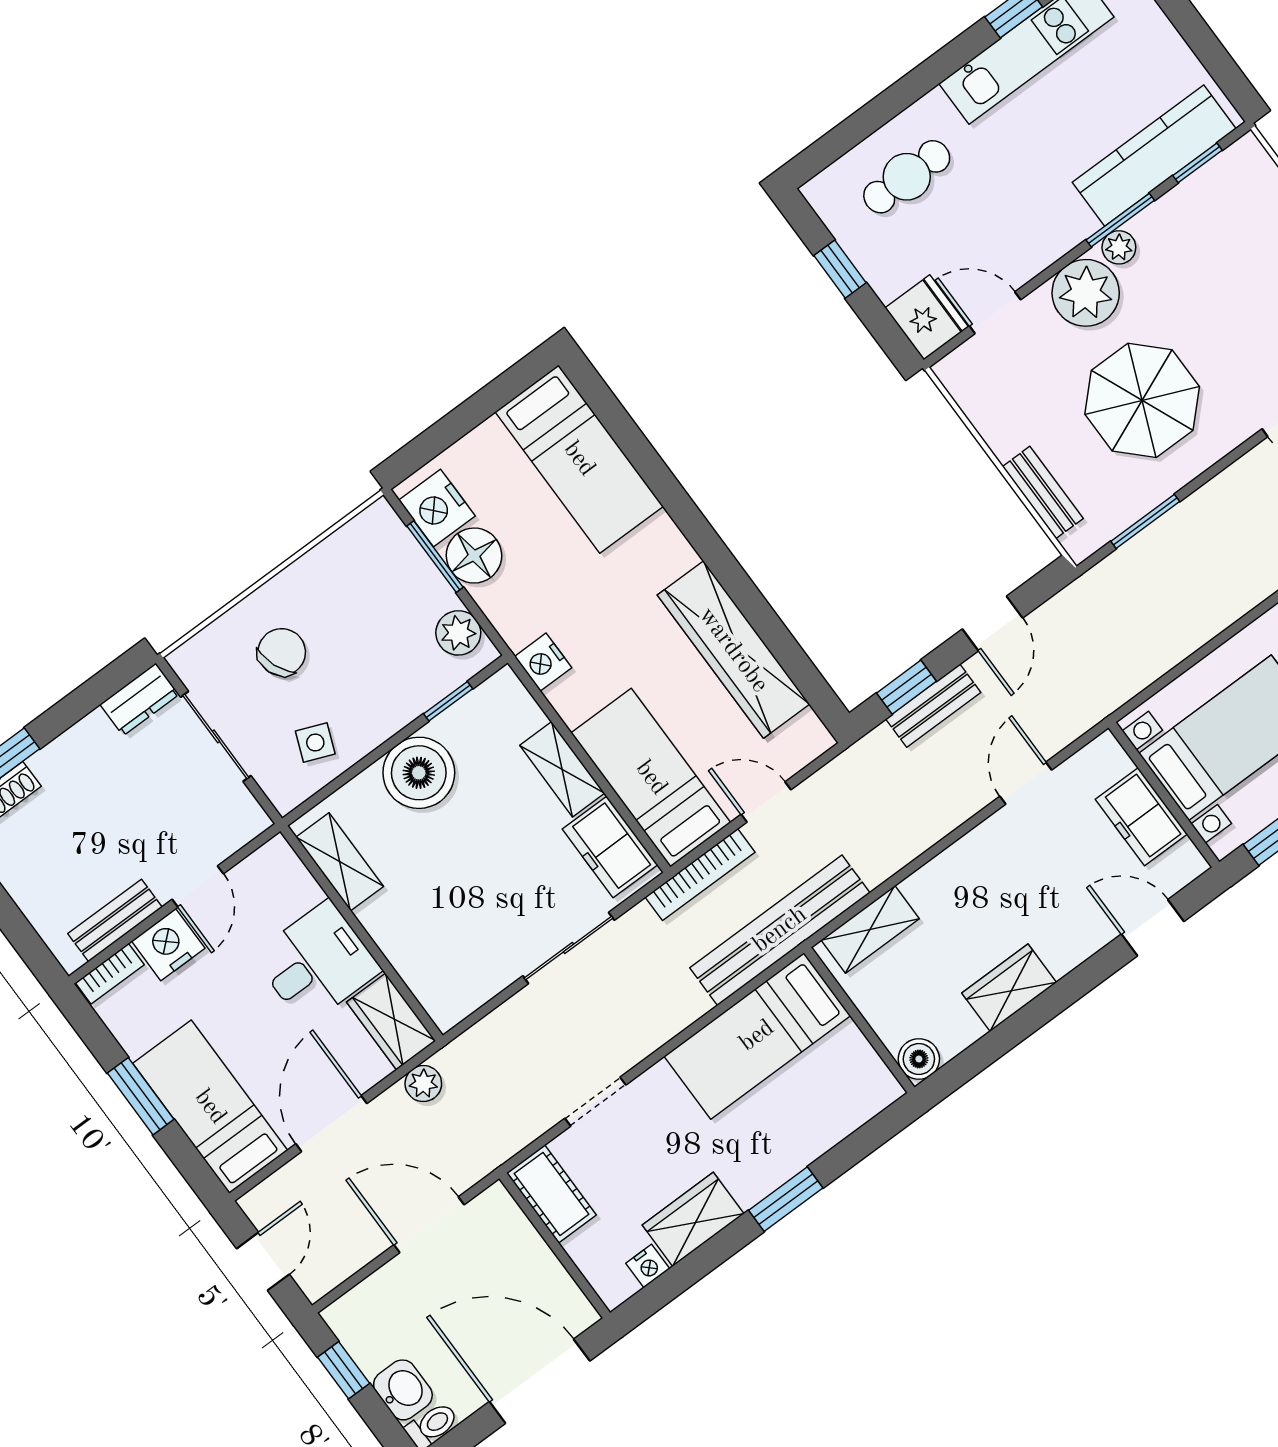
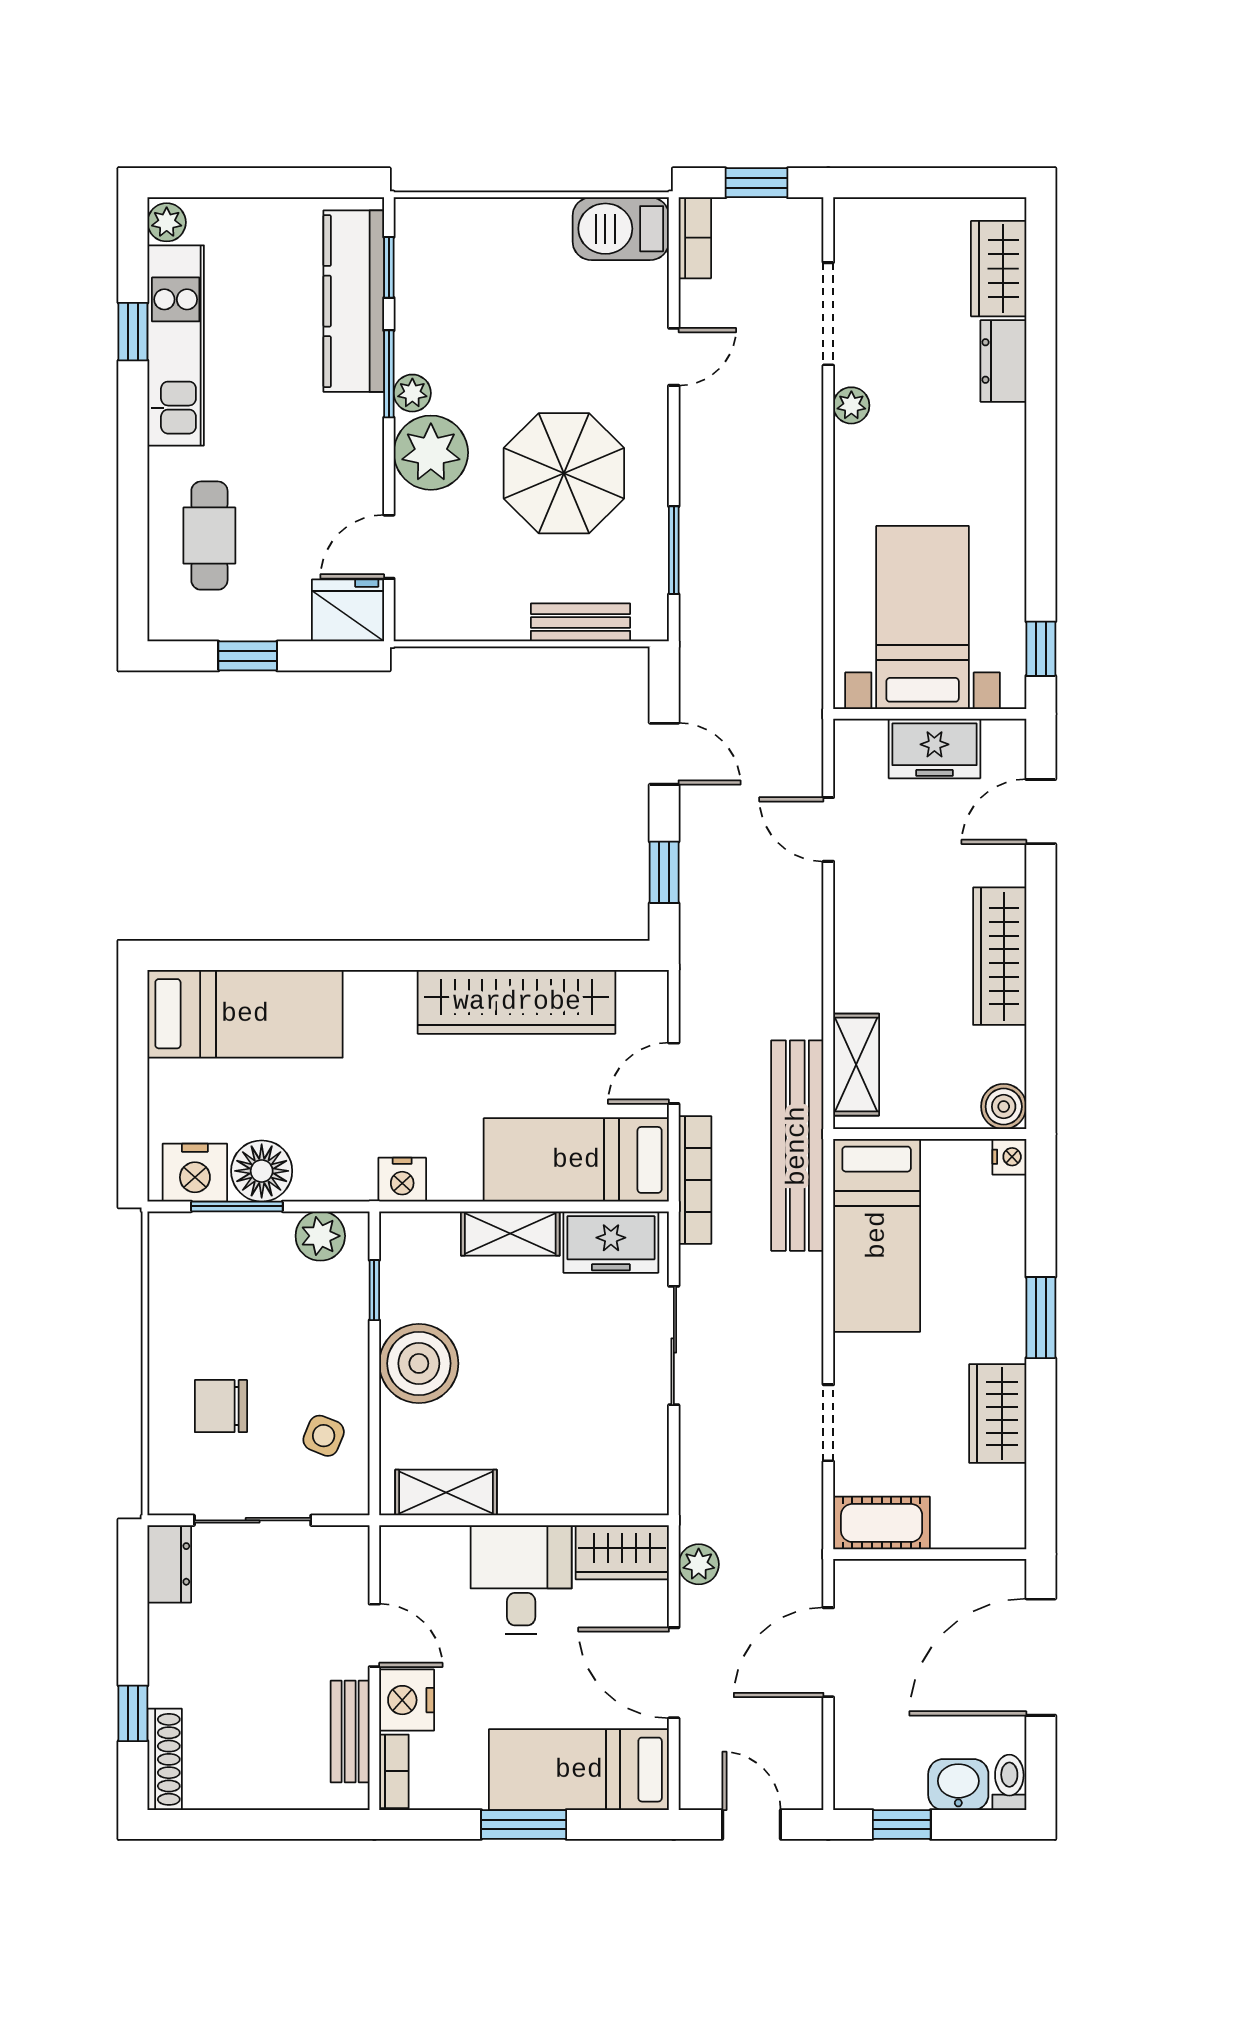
chair: (282, 652) -> (221, 1406), turned -69
bench: (933, 706) -> (698, 861), removed
wardrobe: (1009, 988) -> (1000, 956), width x1.50
nightstand: (648, 1266) -> (1009, 1157), moved

